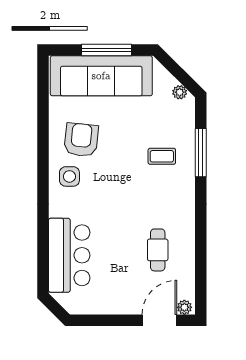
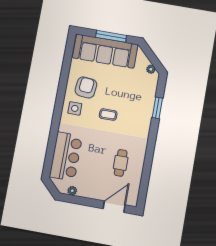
window: (201, 153) -> (157, 108), width x0.69
coffee table: (162, 156) -> (108, 115), moved
plant: (184, 307) -> (72, 191), moved

